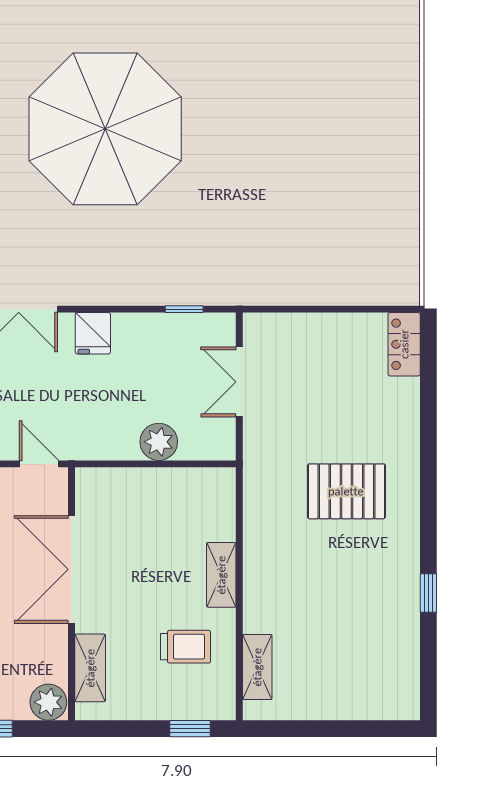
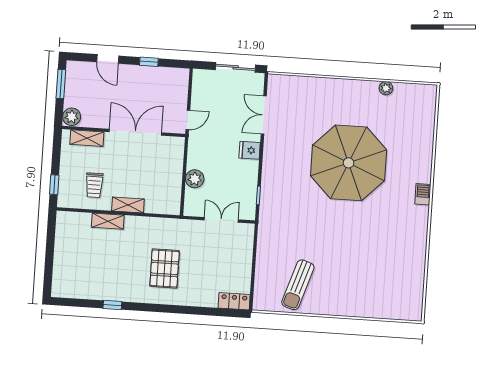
sun lounger: (362, 216) -> (298, 285), added
shelving: (257, 667) -> (108, 221), moved

